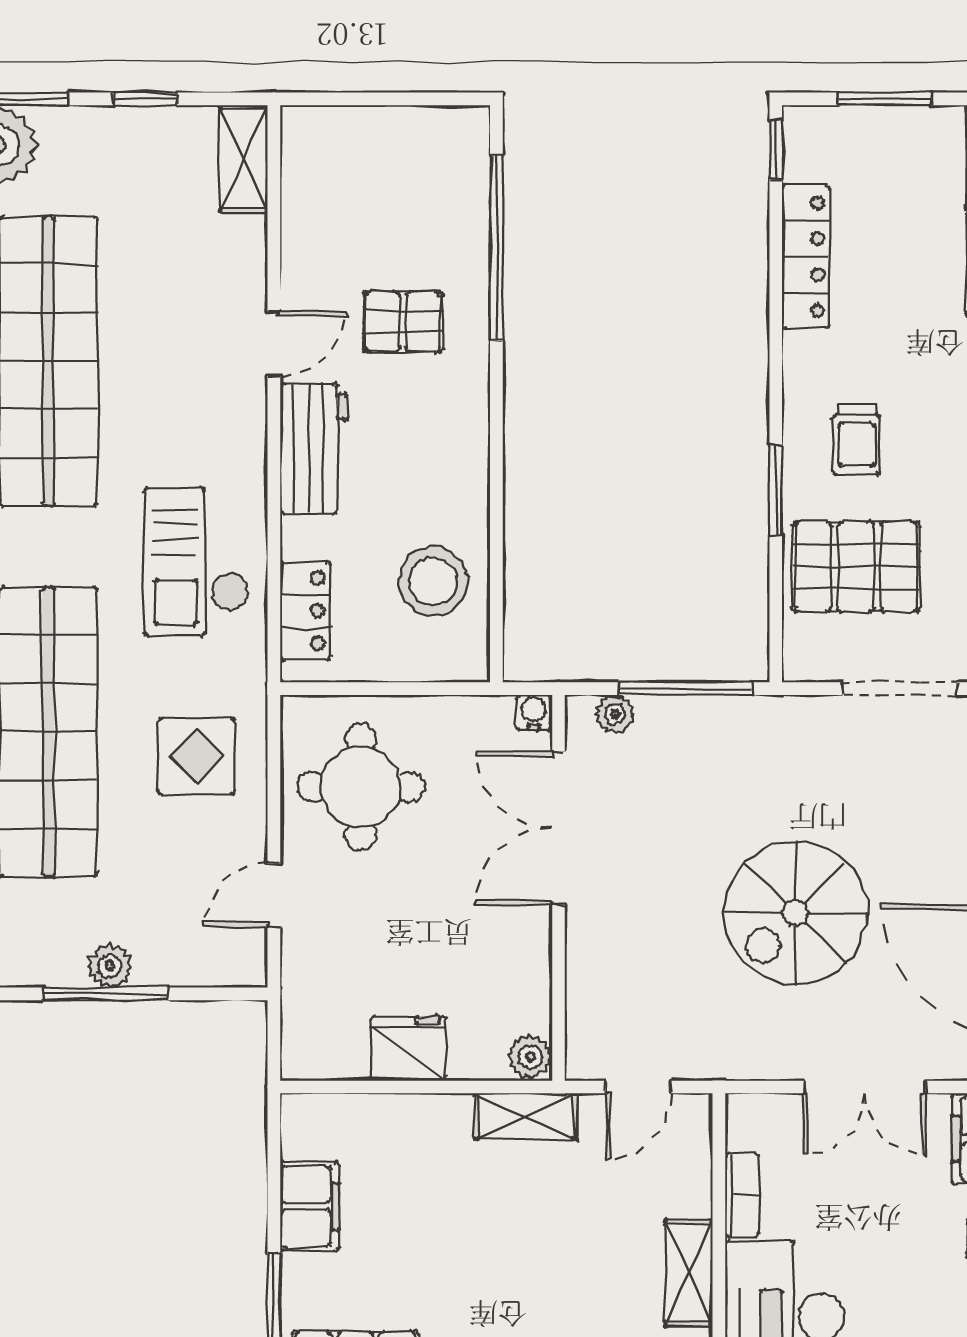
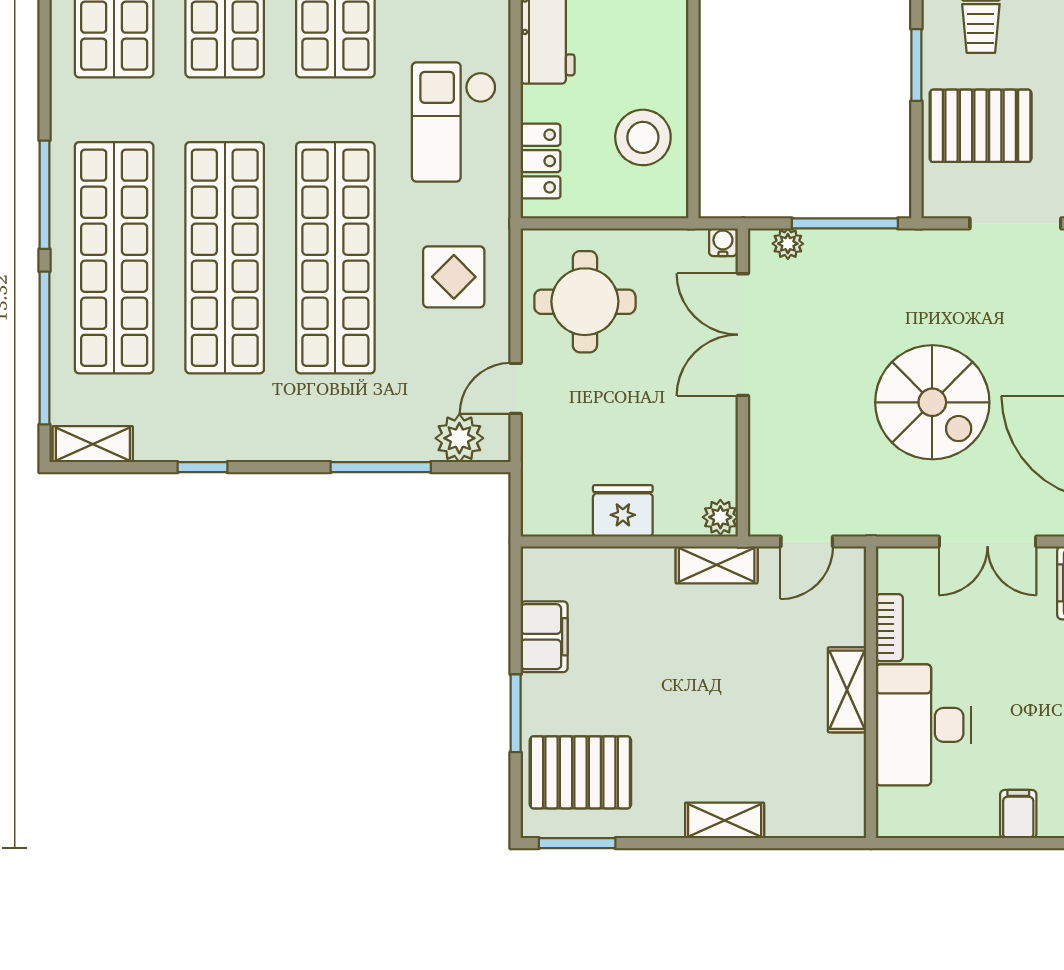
spiral stairs: (796, 913) -> (932, 402), turned -90
plant: (110, 966) -> (459, 438), moved, width x1.38, depth x1.38

